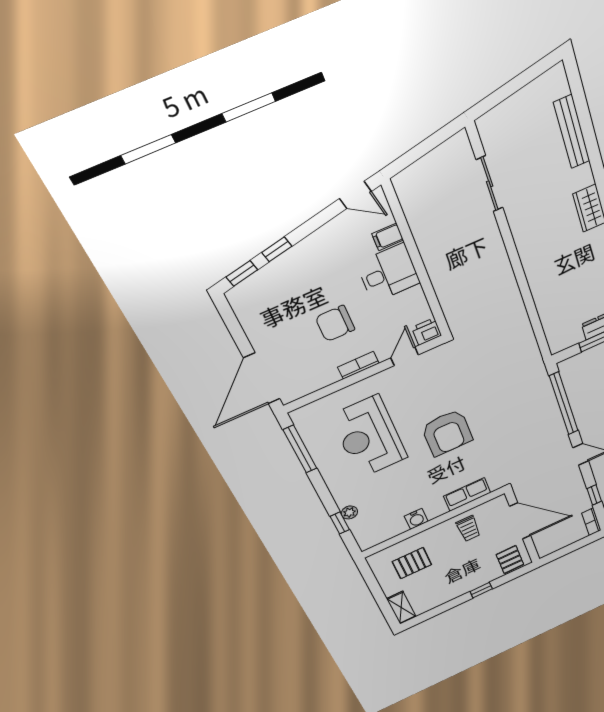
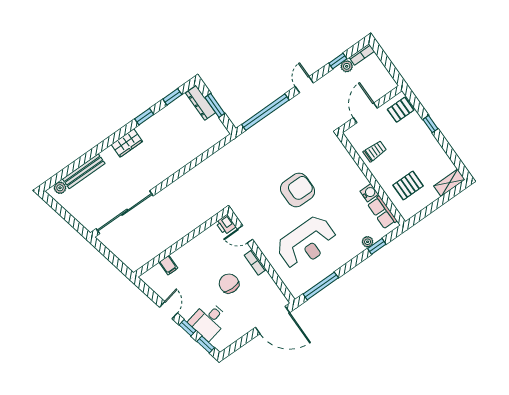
plant: (560, 86) -> (60, 188), added
sliding door: (490, 184) -> (125, 212), width x1.86
door: (355, 195) -> (168, 310), moved
desk: (388, 273) -> (208, 320), moved, turned -102
chair: (335, 323) -> (229, 283), turned 180
row of seats: (467, 494) -> (382, 212), moved
plant: (584, 504) -> (347, 66), added
door: (520, 521) -> (365, 113), width x0.73
pallet: (412, 563) -> (408, 186), turned 90

